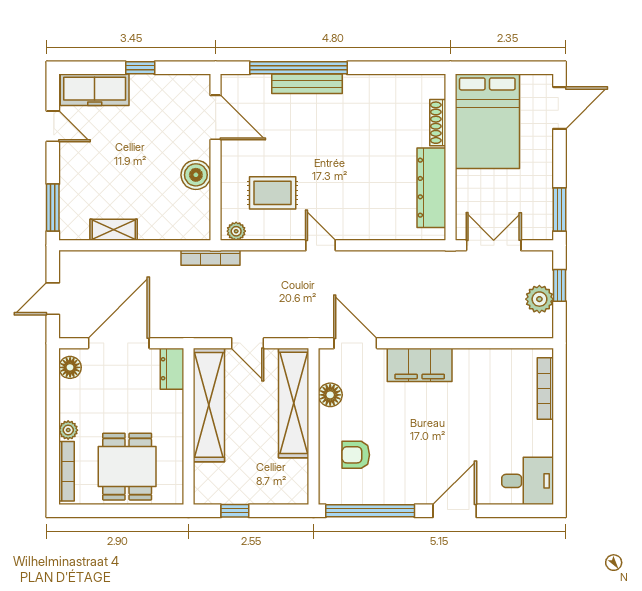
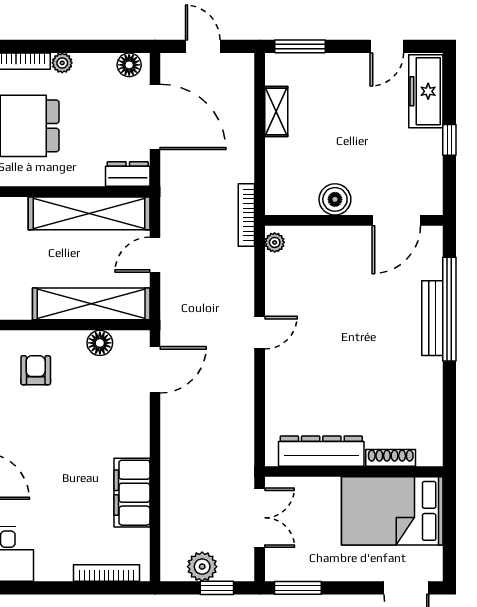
rug: (273, 193) -> (316, 281), removed
filing cabinet: (420, 365) -> (132, 493), moved

